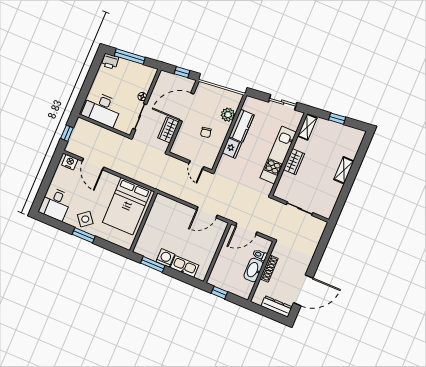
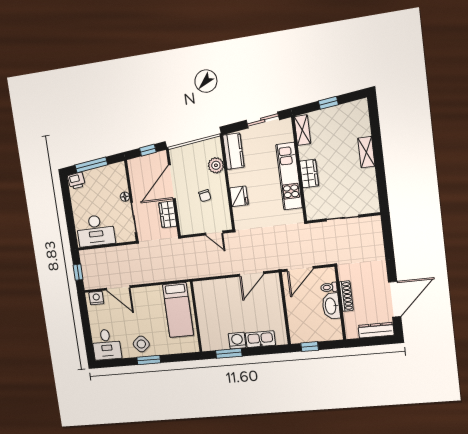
kitchen counter: (242, 126) -> (233, 151), moved
bed: (127, 206) -> (178, 310), width x0.67

